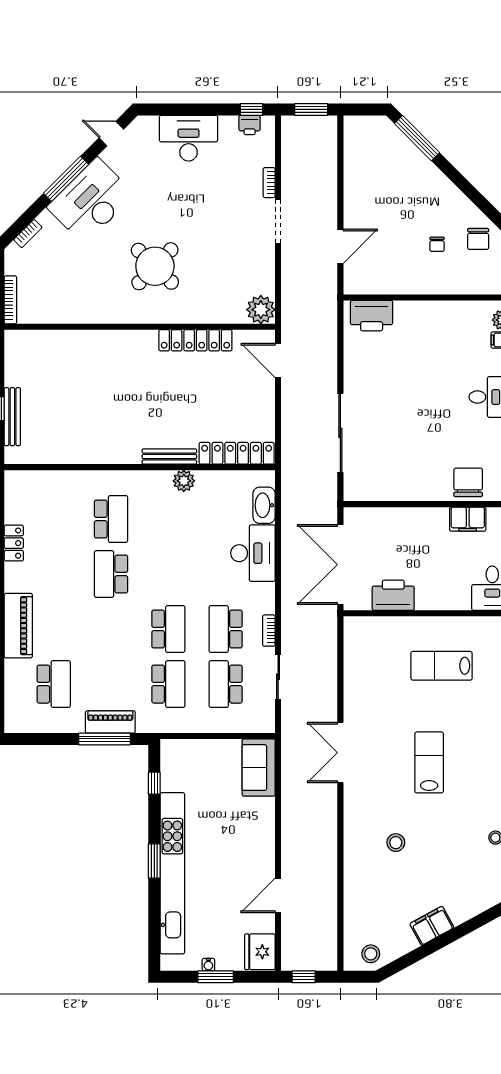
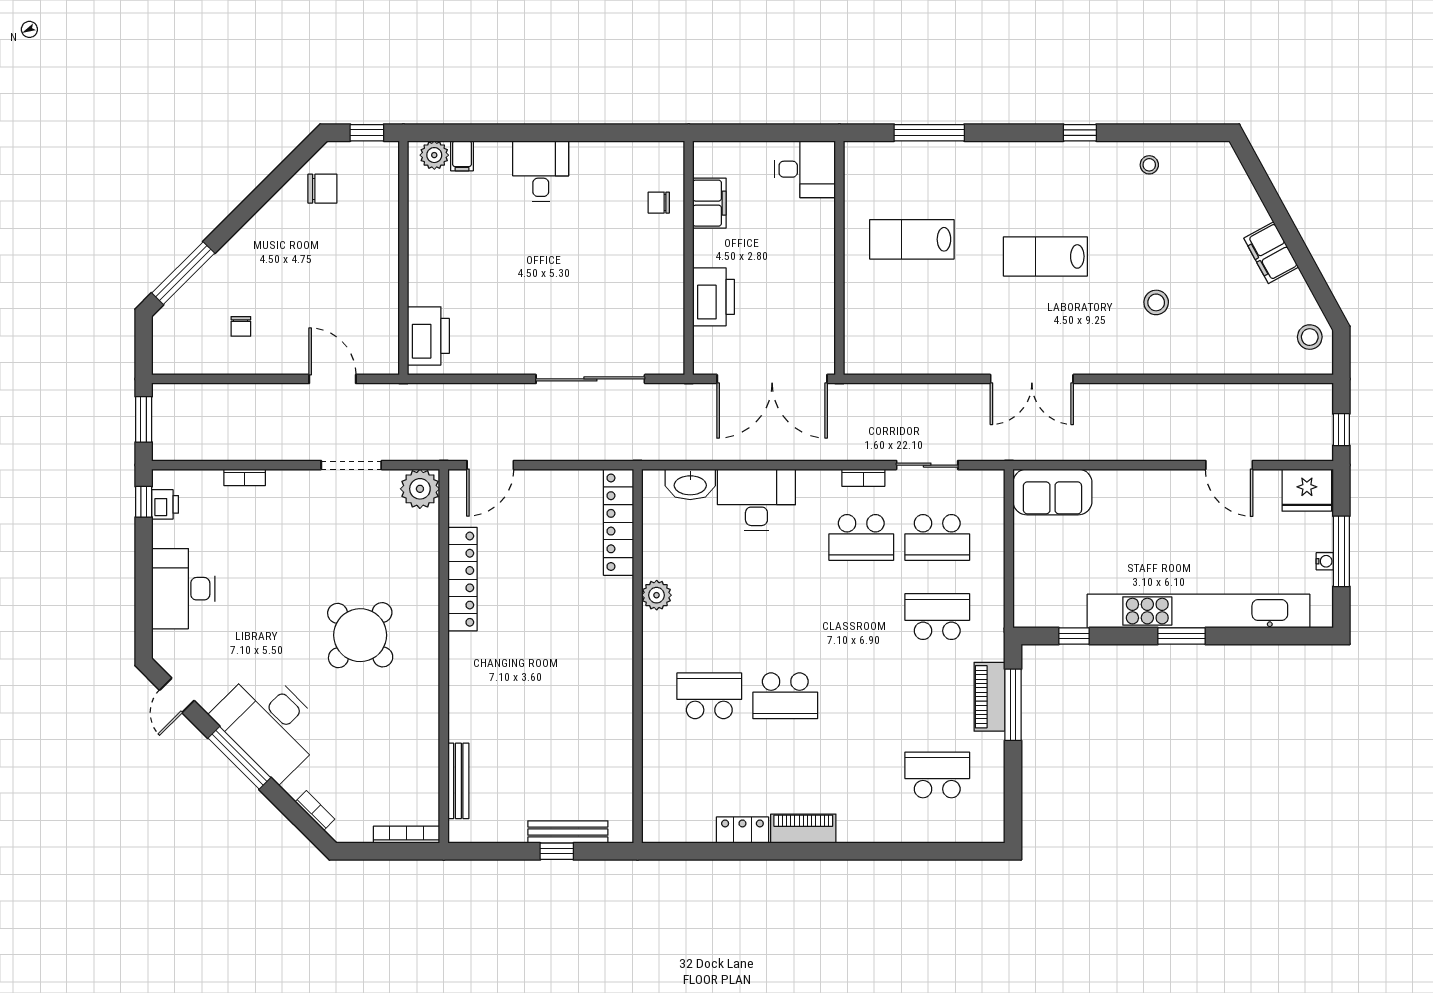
doorway: (278, 221) -> (351, 465), moved
chair: (437, 244) -> (241, 326), moved, turned 90
bench: (169, 457) -> (458, 781), moved
chair: (468, 482) -> (659, 203), width x0.54, depth x0.54
printer: (393, 595) -> (714, 297), moved, turned 180
piano: (18, 626) -> (803, 829), moved, width x0.73, depth x0.75
school desk: (168, 629) -> (861, 617), removed
lab bench: (442, 666) -> (912, 239), turned 90
window: (216, 977) -> (1341, 551), width x1.44

